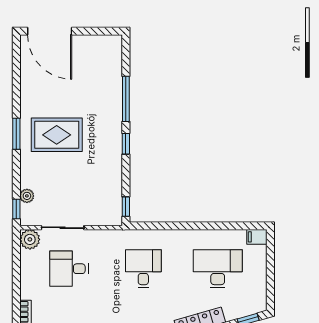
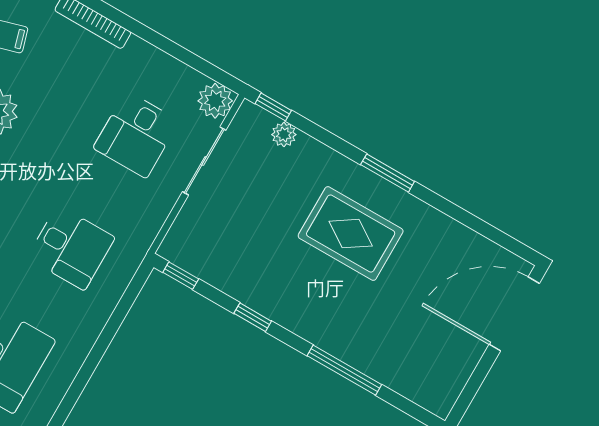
rug: (57, 135) -> (351, 234), turned 90
window: (126, 144) -> (253, 317), moved
desk: (69, 269) -> (136, 135), turned 180

